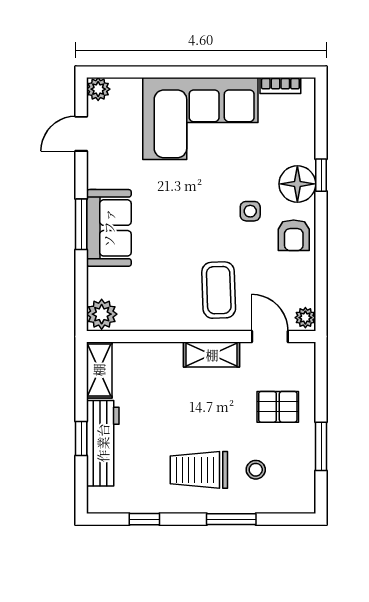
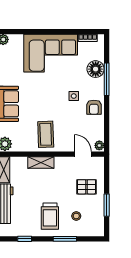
window: (321, 175) -> (107, 79), width x2.17
floor lamp: (297, 184) -> (96, 69), moved
coffee table: (219, 290) -> (46, 134), moved
shelving: (212, 355) -> (41, 163), moved
trolley: (199, 470) -> (50, 216), turned -90

